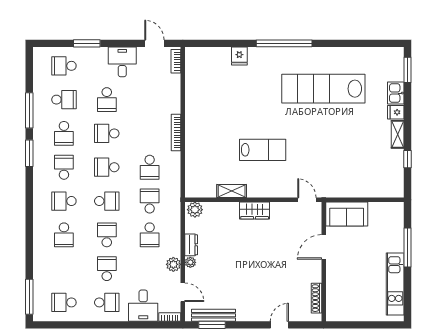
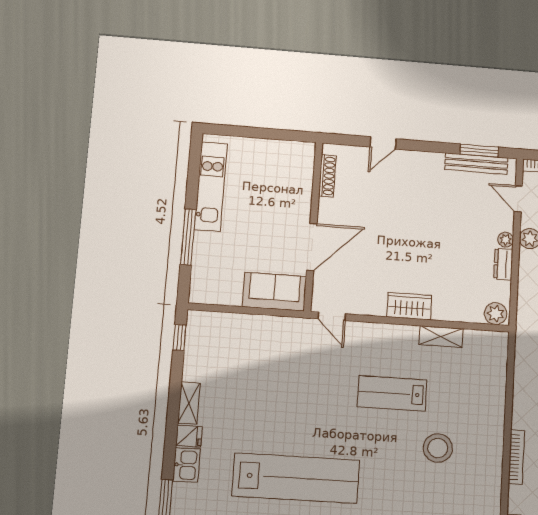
stool: (230, 115) -> (438, 448), added
bookcase: (176, 133) -> (516, 457), moved
window: (408, 159) -> (179, 337), moved
door: (324, 247) -> (312, 247), width x1.36

